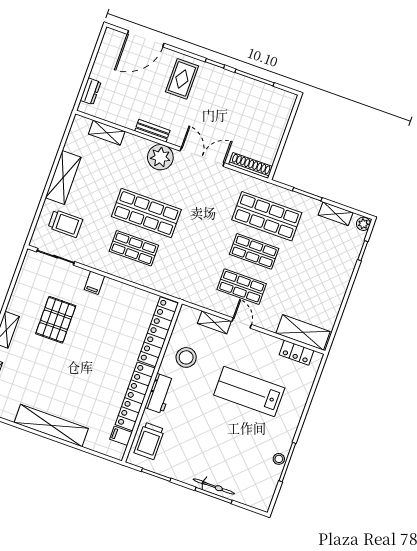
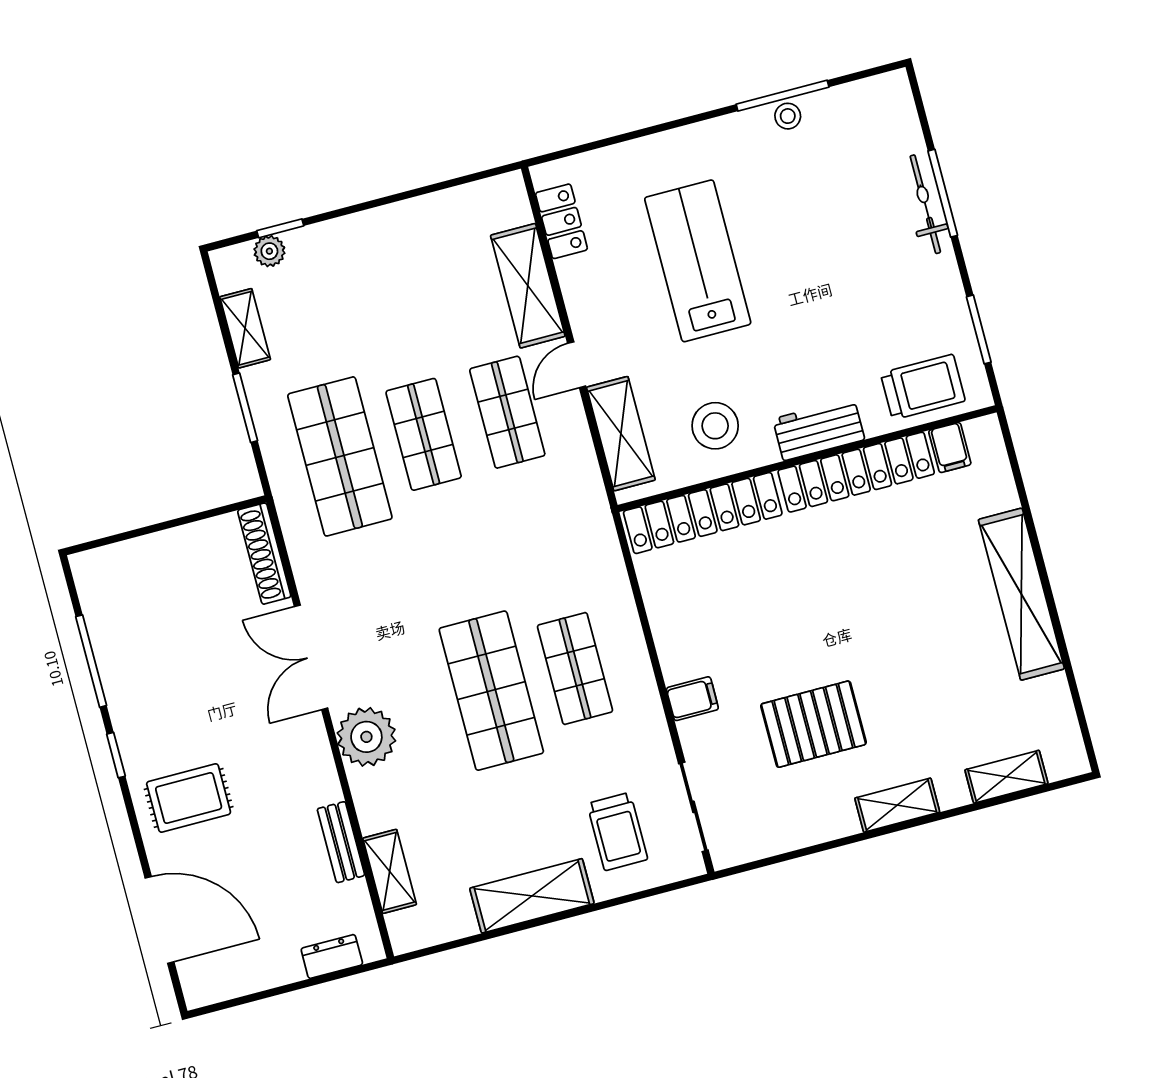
bench: (152, 131) -> (341, 842), moved
trolley: (65, 224) -> (617, 832), turned 180
plant: (363, 224) -> (269, 251), moved
shelving: (214, 322) -> (621, 434), width x1.50, depth x1.33
shelving: (303, 332) -> (528, 286), moved
lab bench: (249, 392) -> (698, 261), turned 180

